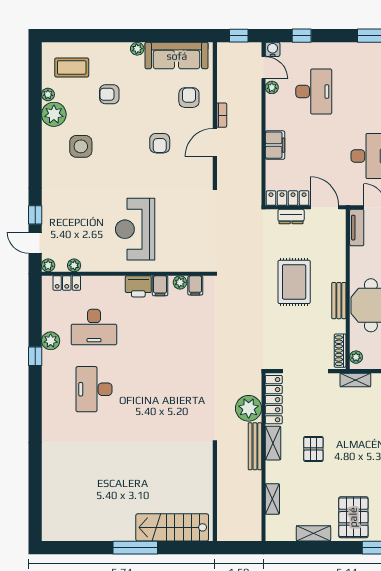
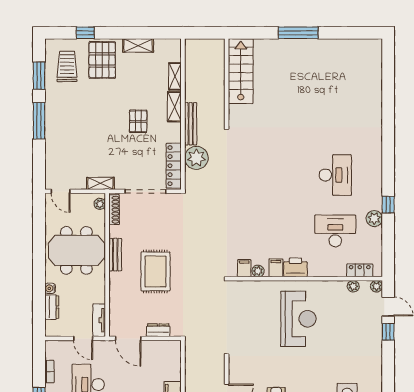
locker: (288, 198) -> (161, 347), removed
shelving: (273, 443) -> (174, 107), moved
stairs: (172, 527) -> (241, 71), moved, turned -90

